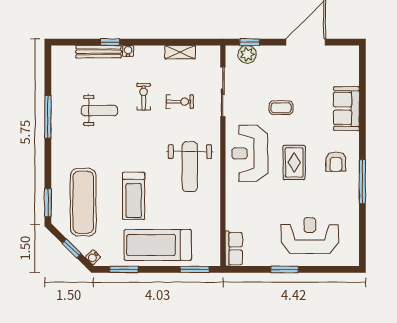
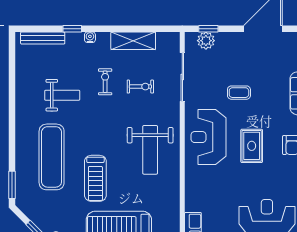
bench: (99, 52) -> (43, 38), moved
shelving: (180, 52) -> (133, 41), width x1.50, depth x1.33
window: (48, 117) -> (12, 101), removed
exercise mat: (83, 202) -> (52, 157), moved

